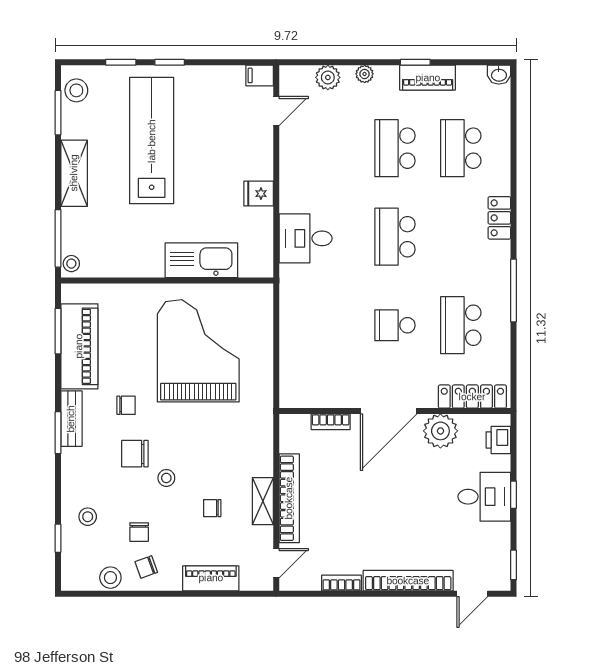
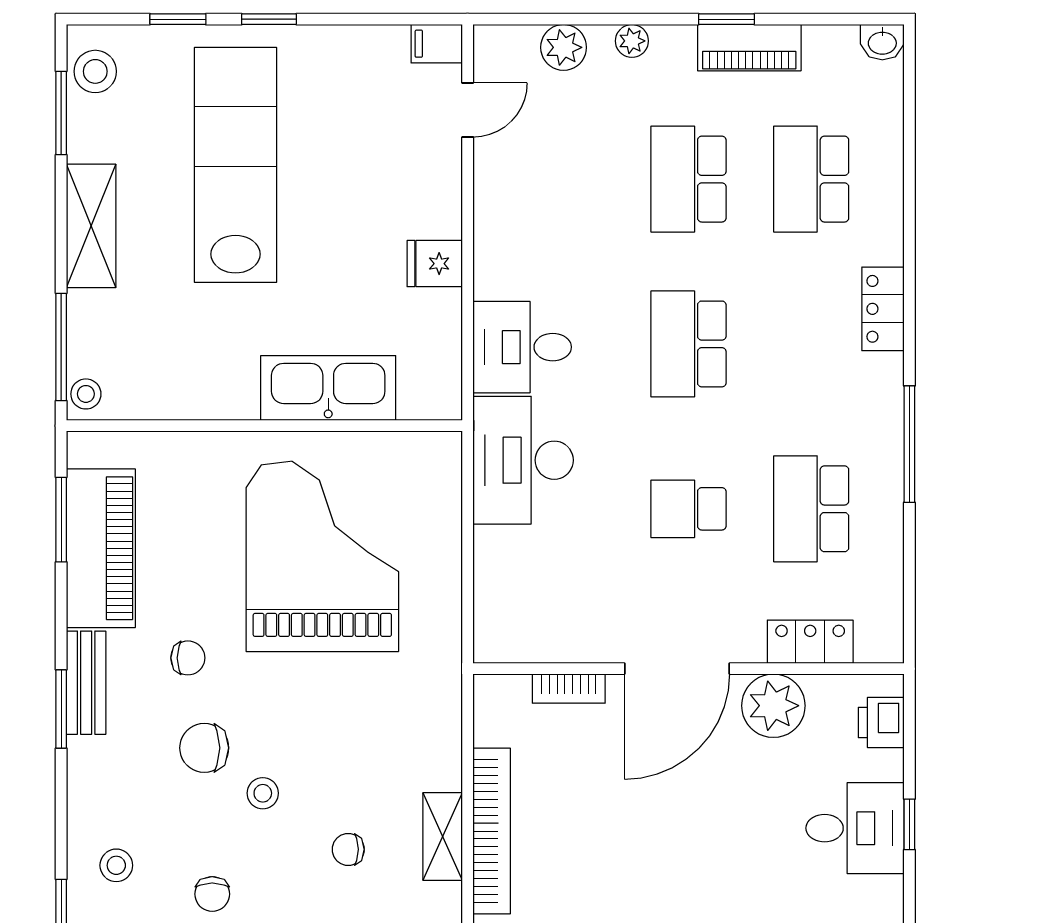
desk: (306, 299) -> (523, 460), added
locker: (472, 397) -> (810, 642), width x0.66

